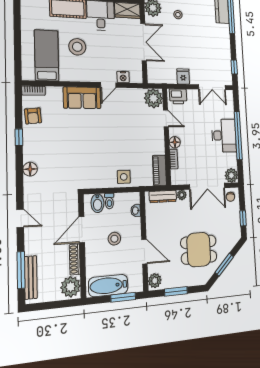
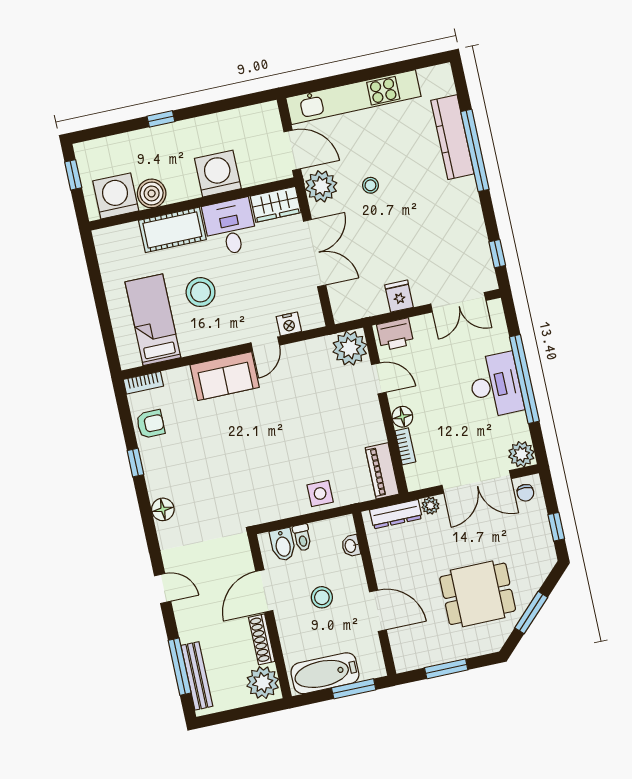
armchair: (33, 116) -> (151, 424), turned -85
plant: (155, 281) -> (405, 656), removed

